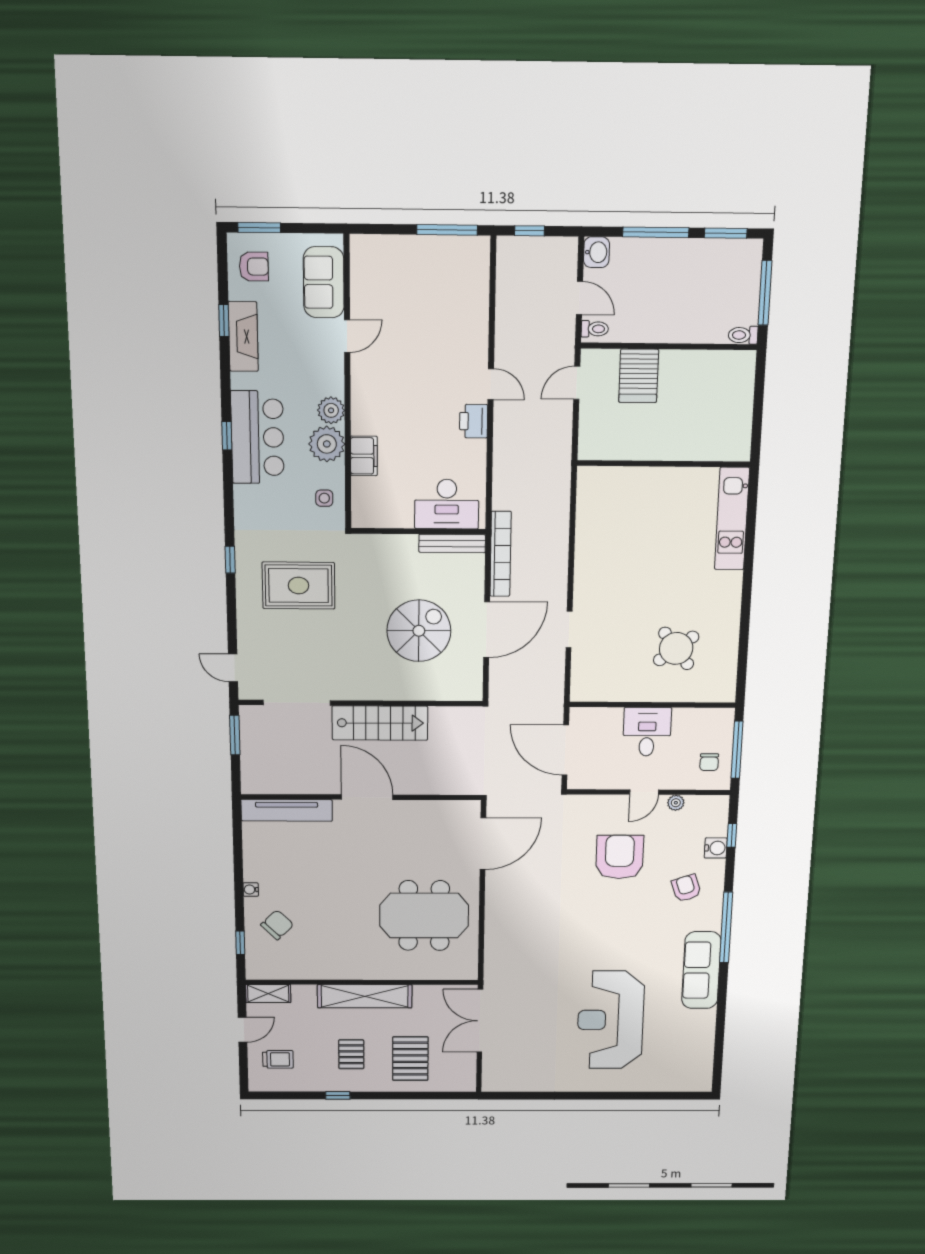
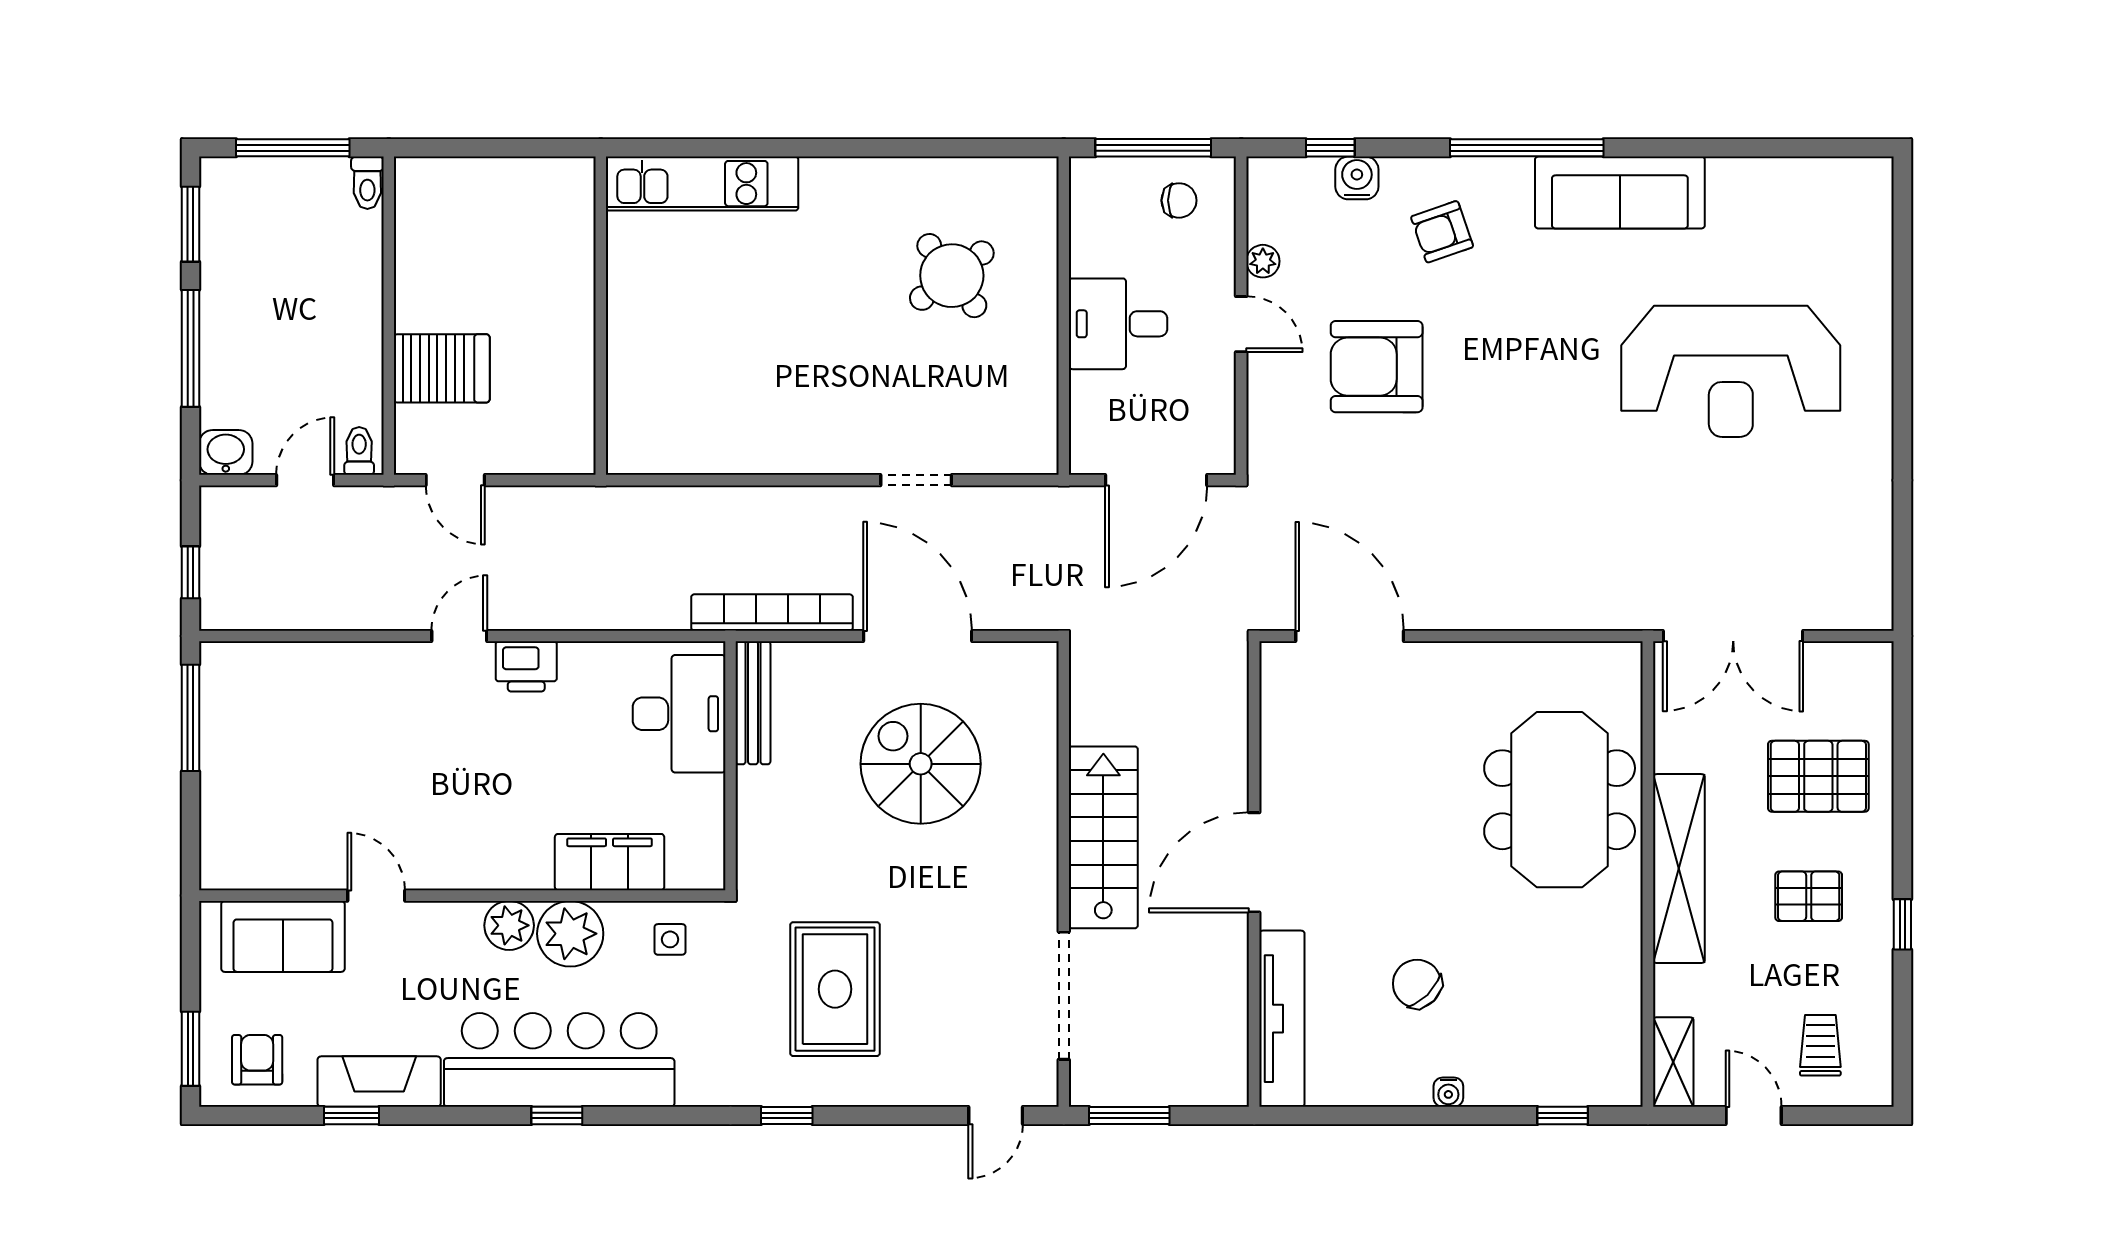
bar counter: (257, 437) -> (559, 1060), width x1.36
filing cabinet: (364, 456) -> (610, 862), width x1.50, depth x1.17
meeting table: (424, 916) -> (1560, 800), moved
chair: (277, 925) -> (1417, 984), moved

